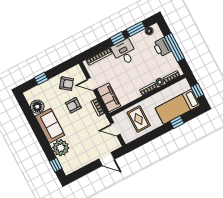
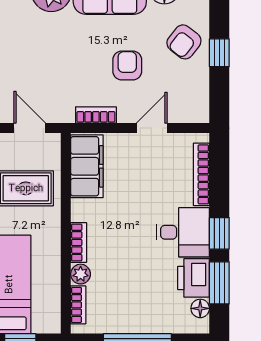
printer: (162, 47) -> (194, 278), moved, turned -90
window: (41, 79) -> (219, 53), moved
armchair: (66, 84) -> (184, 42), moved
filing cabinet: (109, 97) -> (87, 166), moved, turned -90
door: (115, 129) -> (30, 128), hinge flipped

